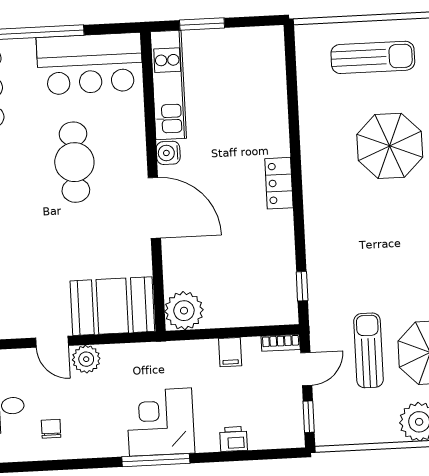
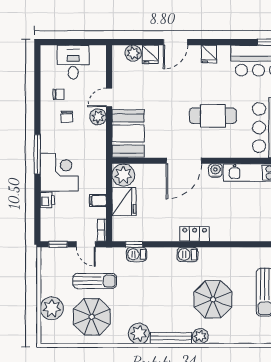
barbecue: (315, 194) -> (187, 255), added
barbecue: (319, 281) -> (137, 254), added
fridge: (230, 307) -> (124, 202), added
chair: (89, 413) -> (67, 117), added
corner desk: (161, 422) -> (59, 172), moved

